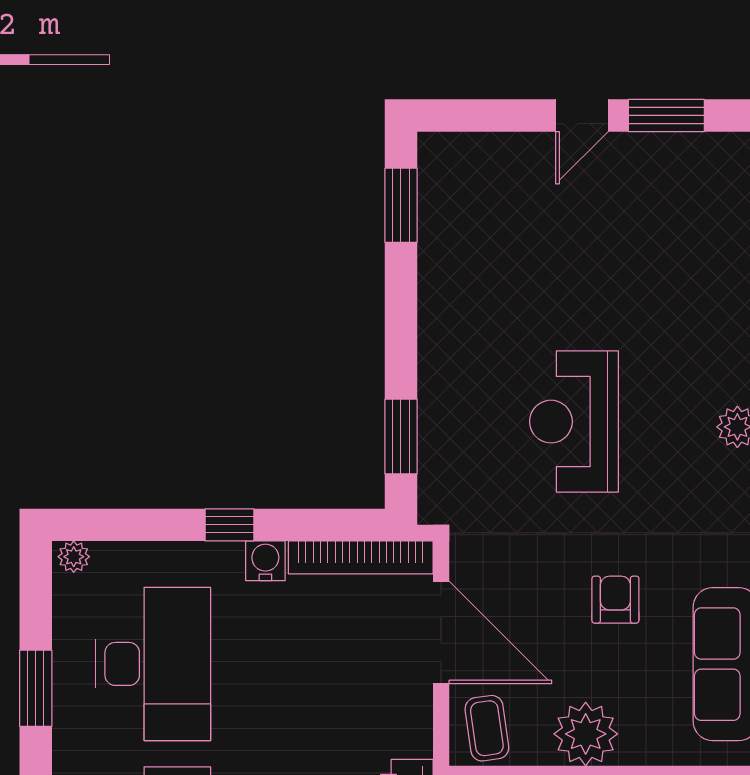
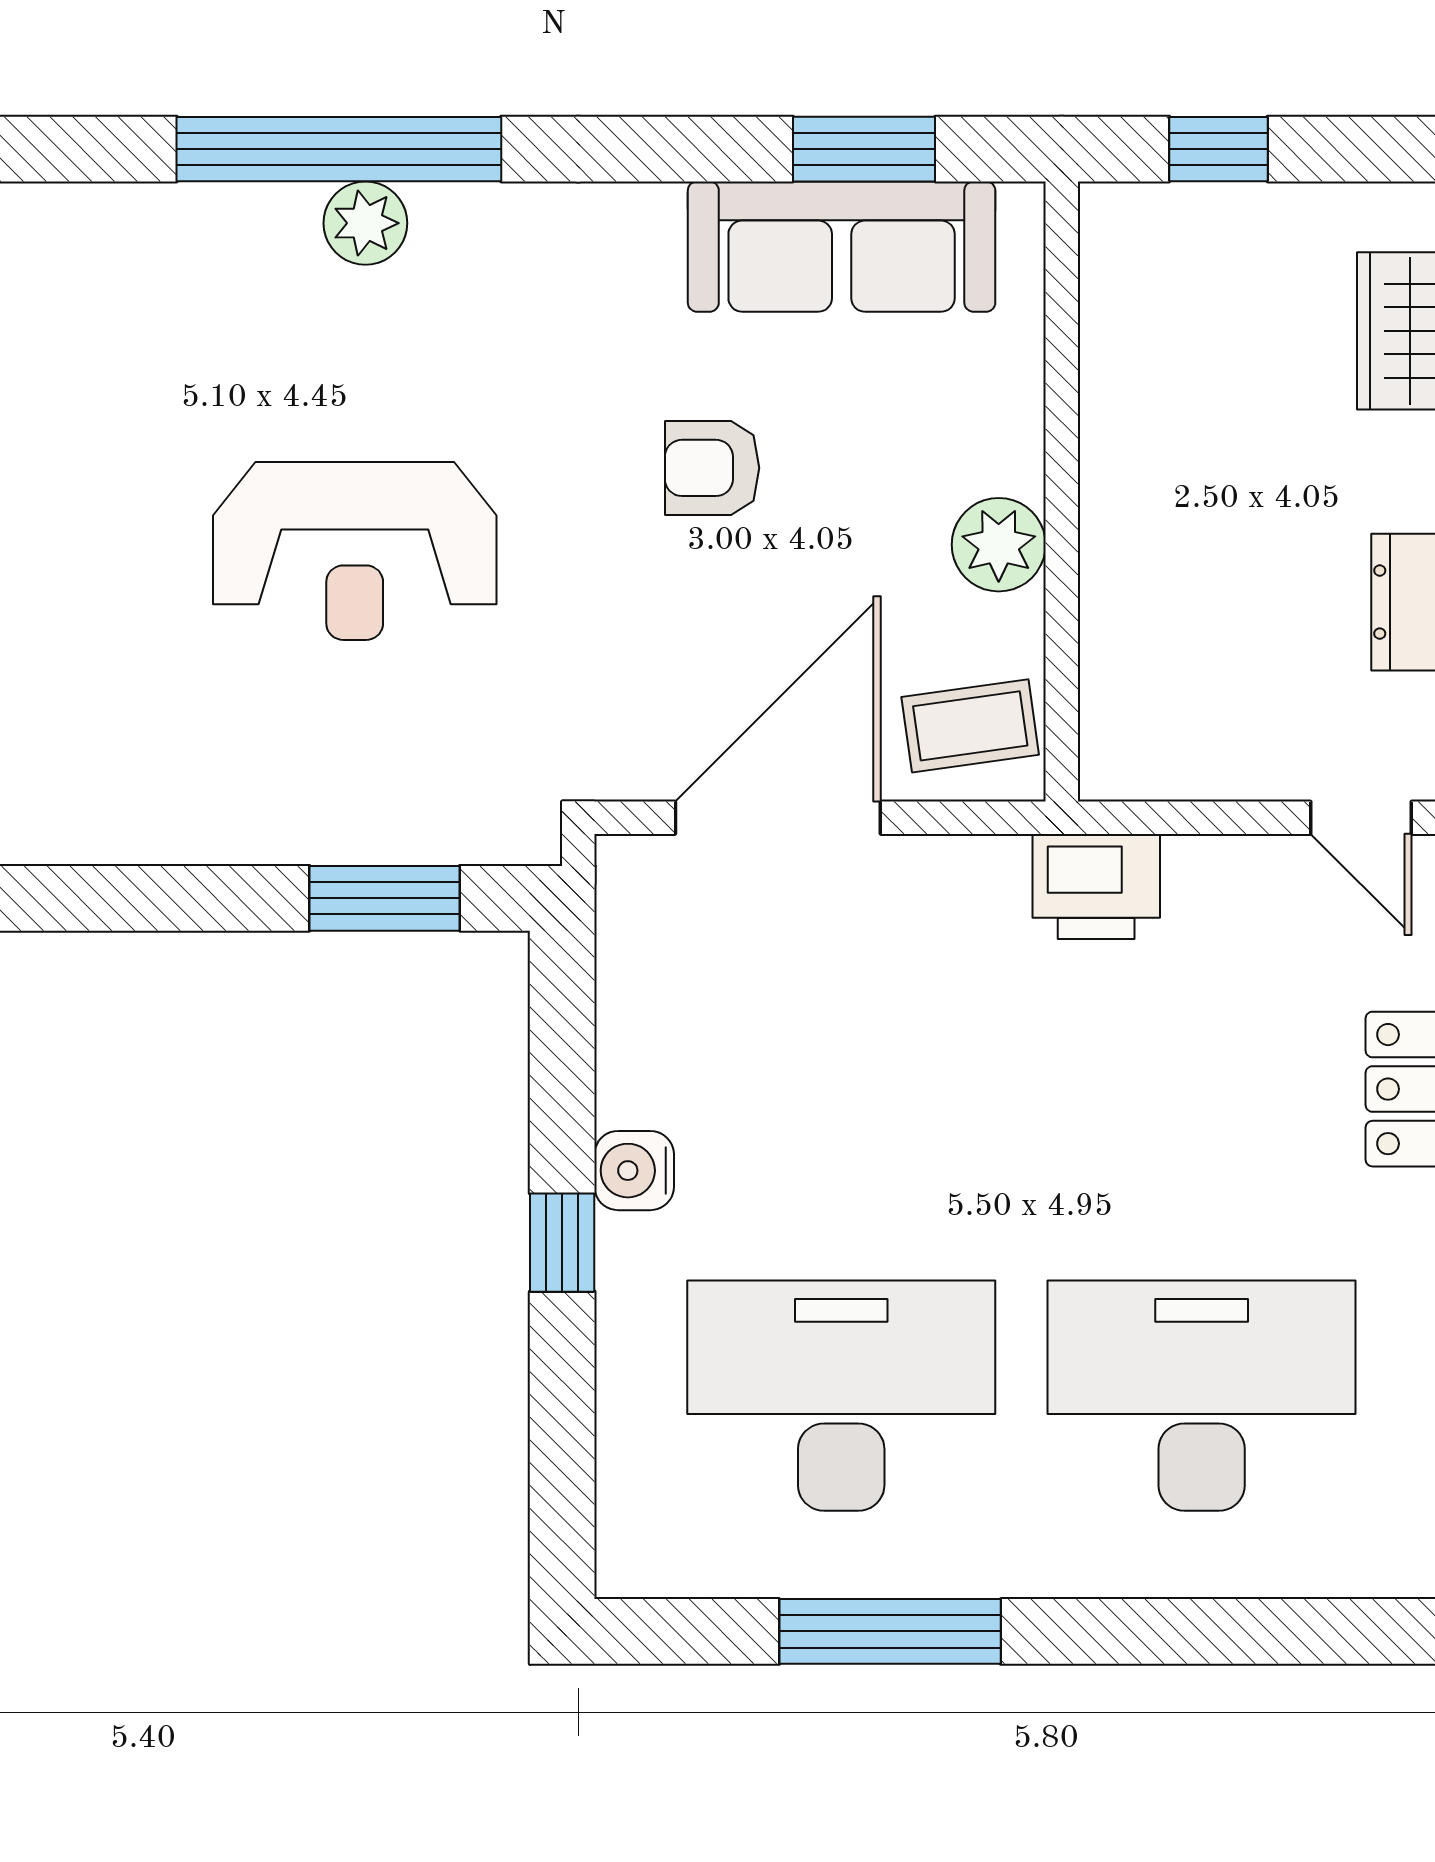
plant: (74, 557) -> (626, 1555), removed
bookcase: (361, 557) -> (627, 979), removed
window: (36, 688) -> (890, 1631), width x1.44
plant: (586, 734) -> (999, 545), width x0.73, depth x0.73

